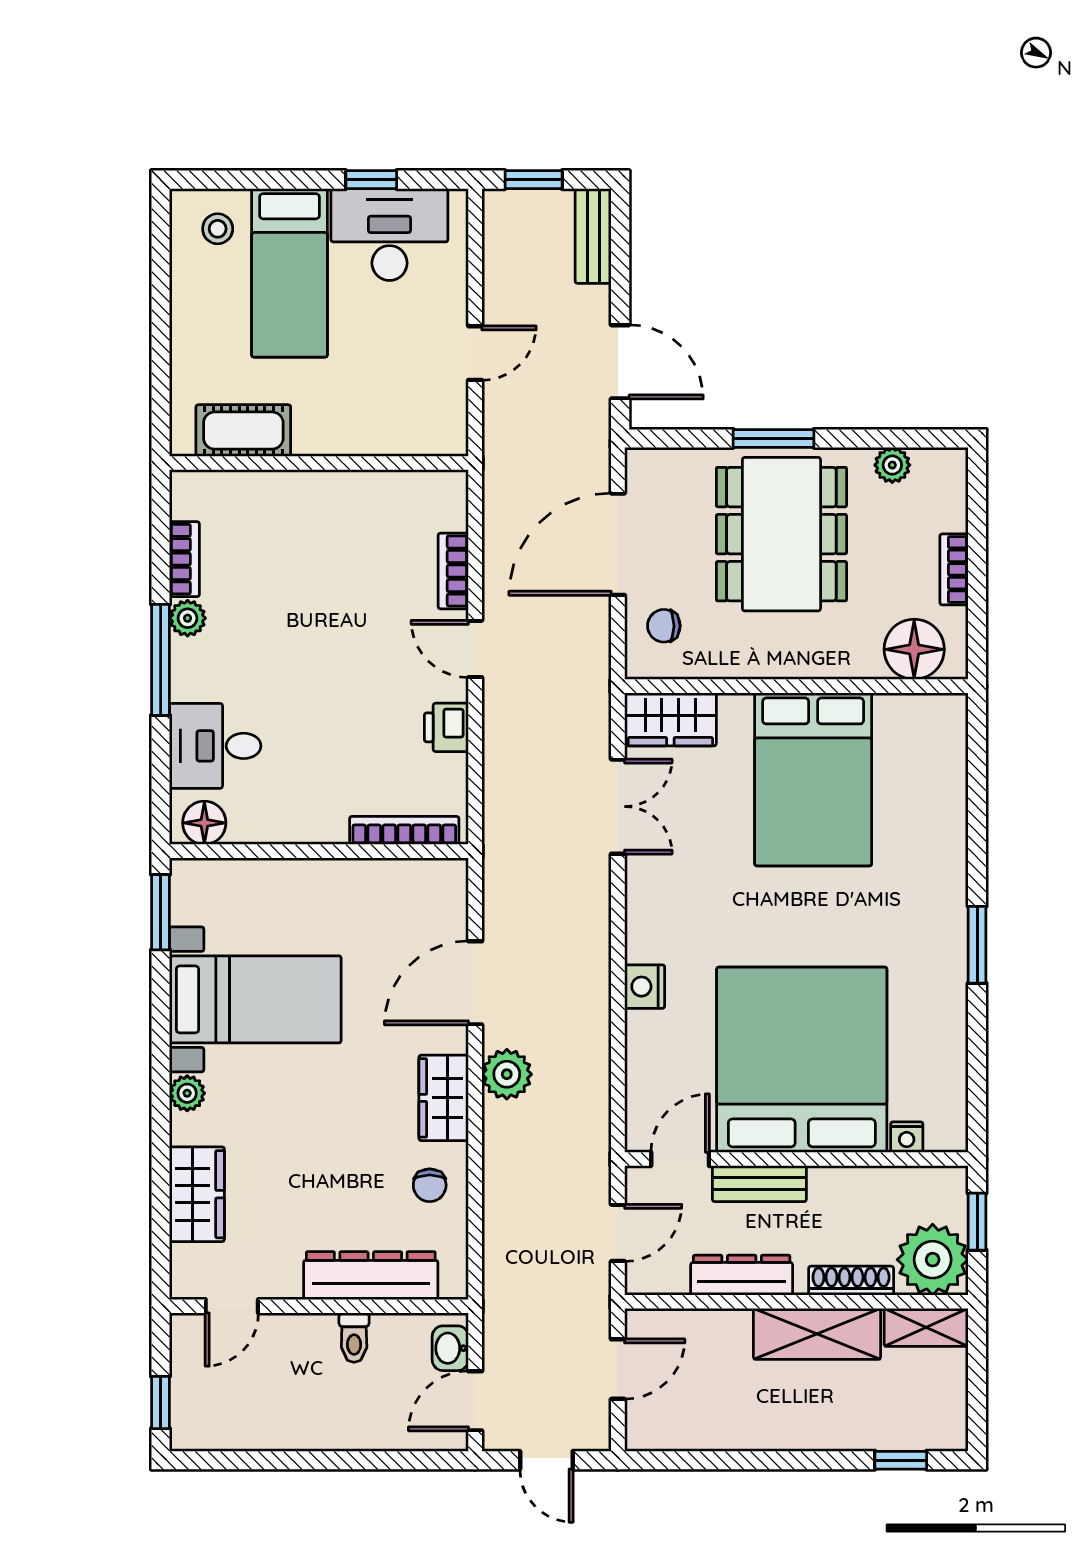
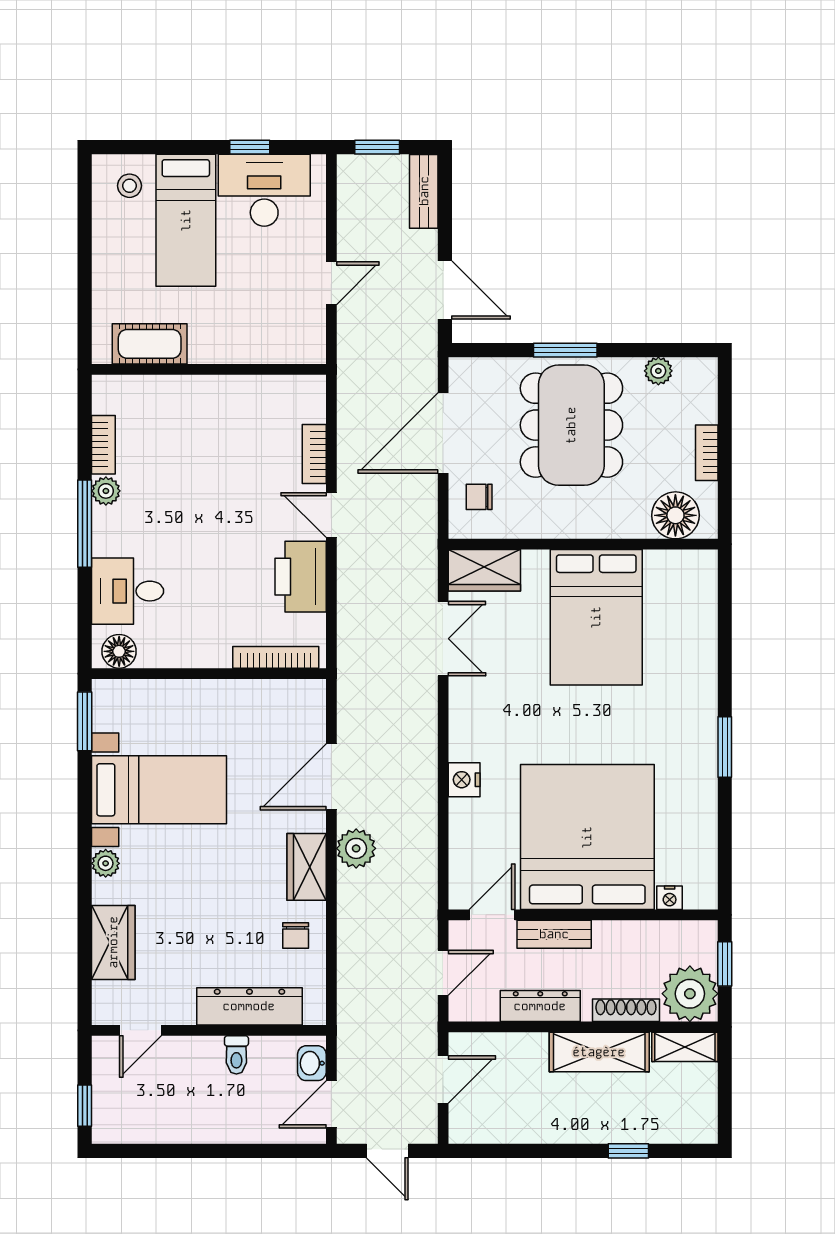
printer: (446, 727) -> (301, 577), width x1.87, depth x1.48
window: (901, 1460) -> (628, 1151), moved

